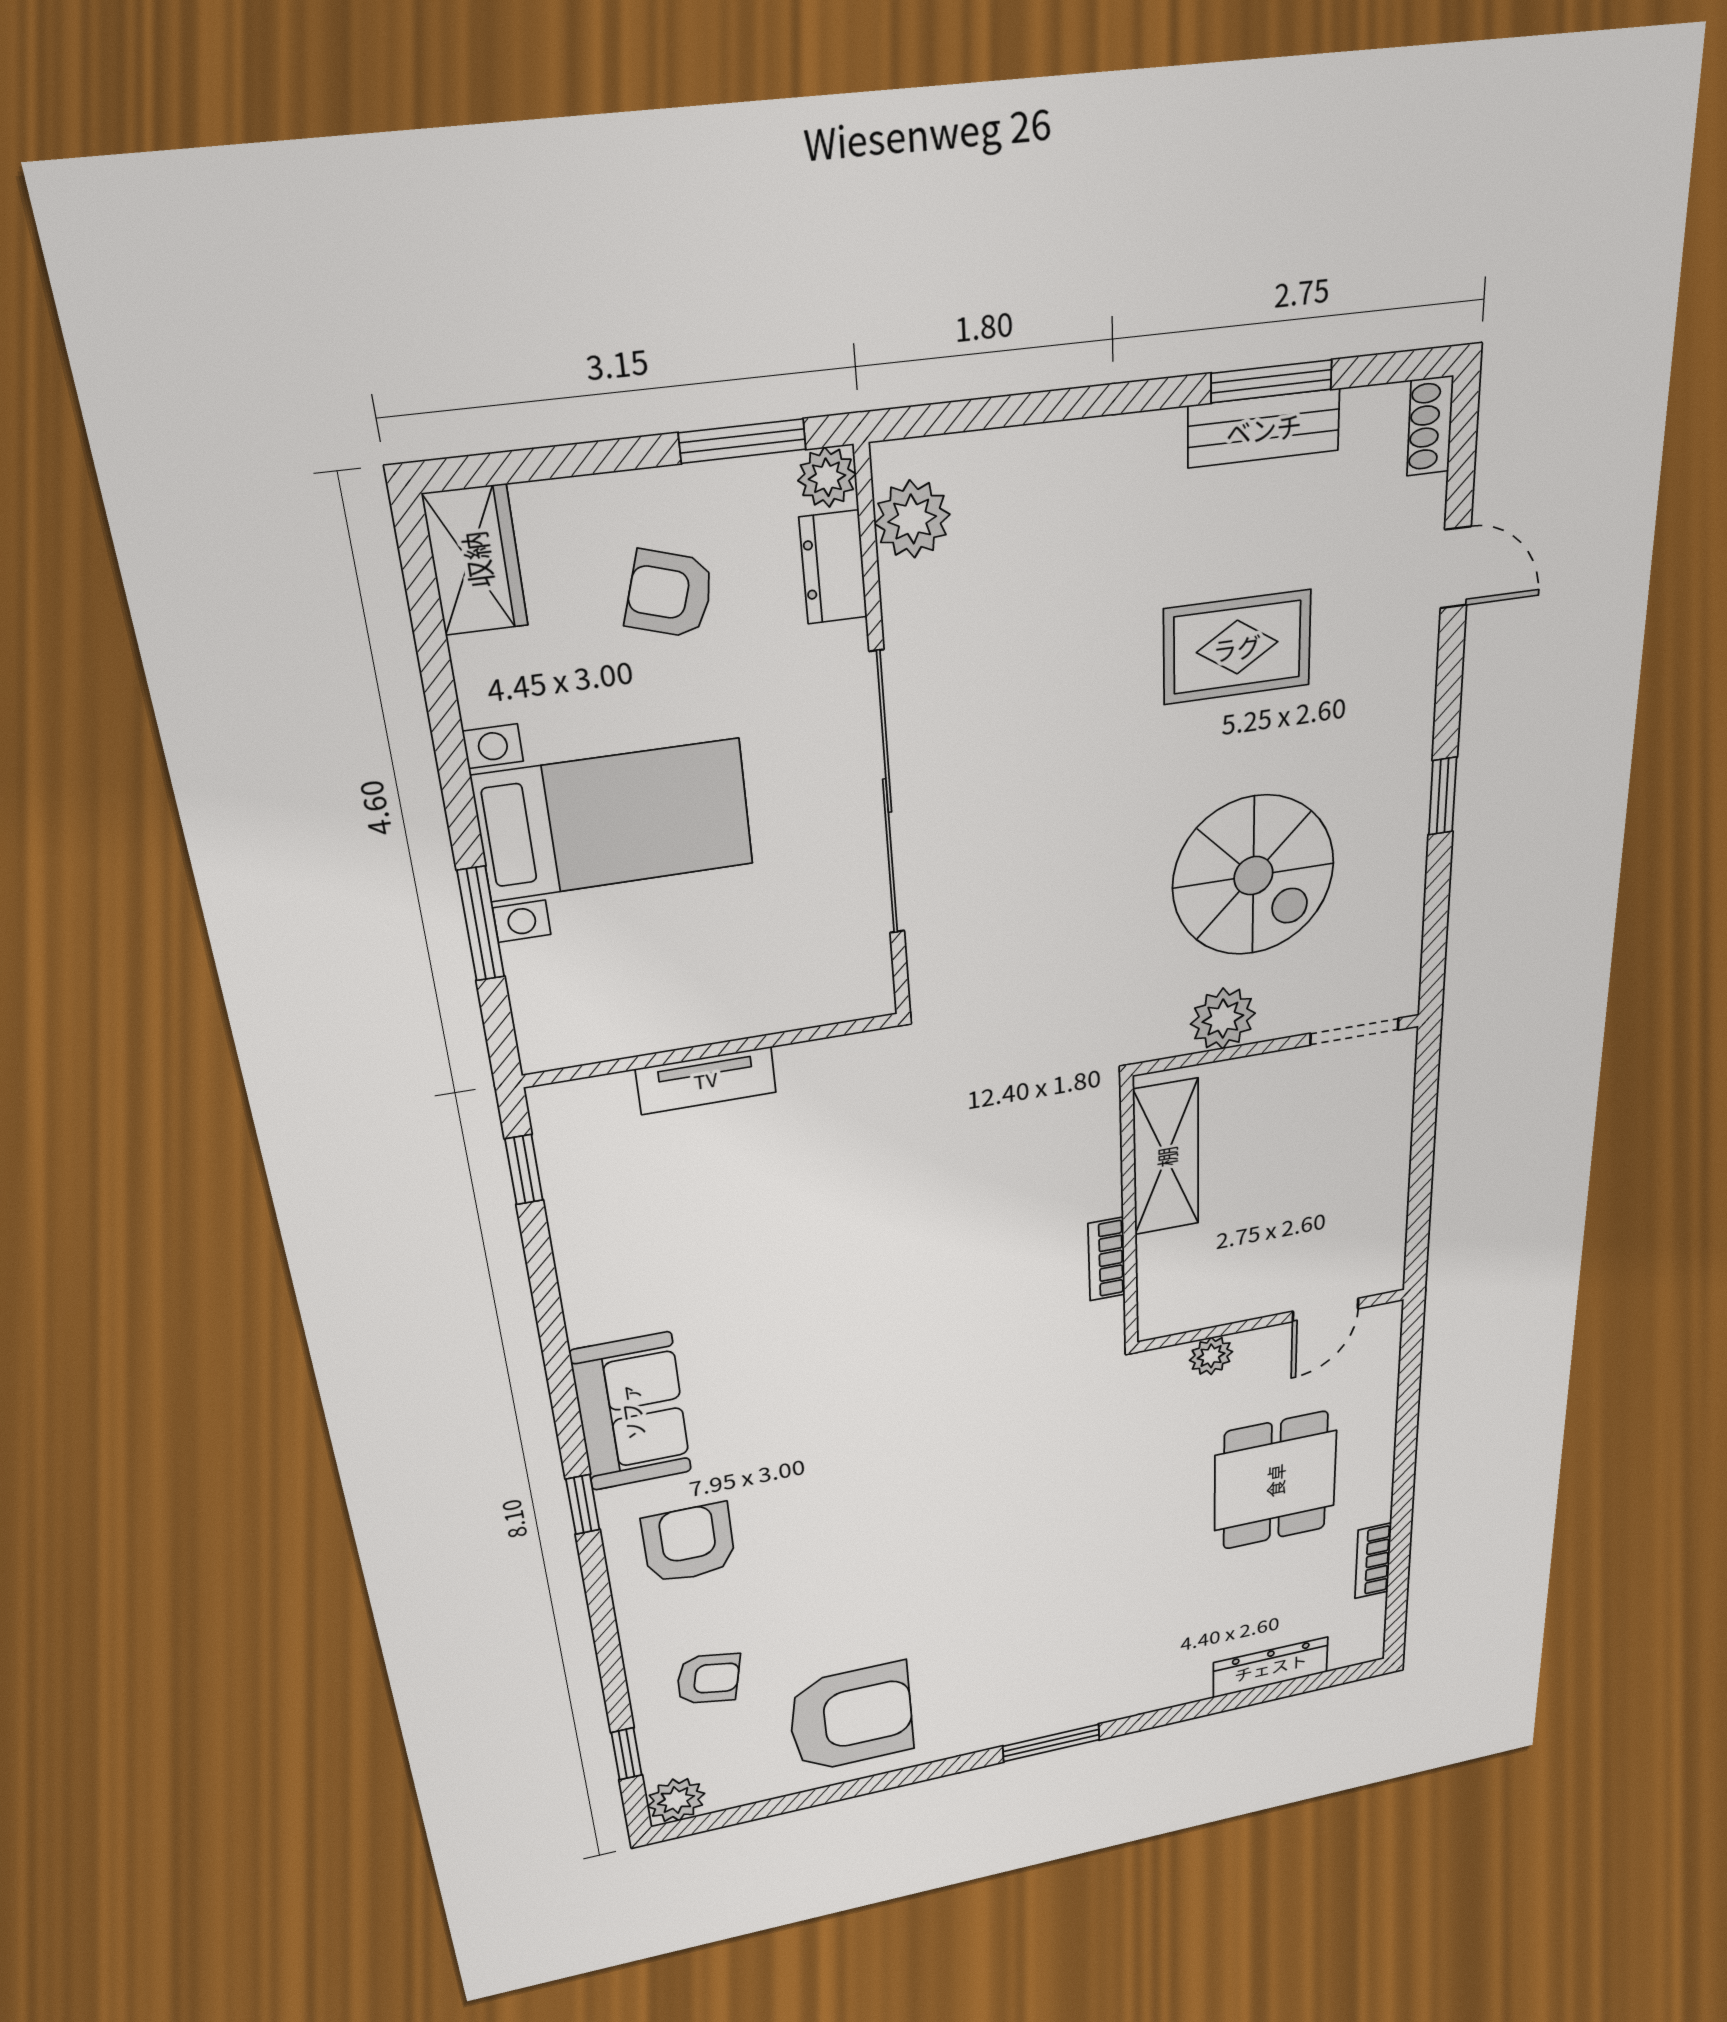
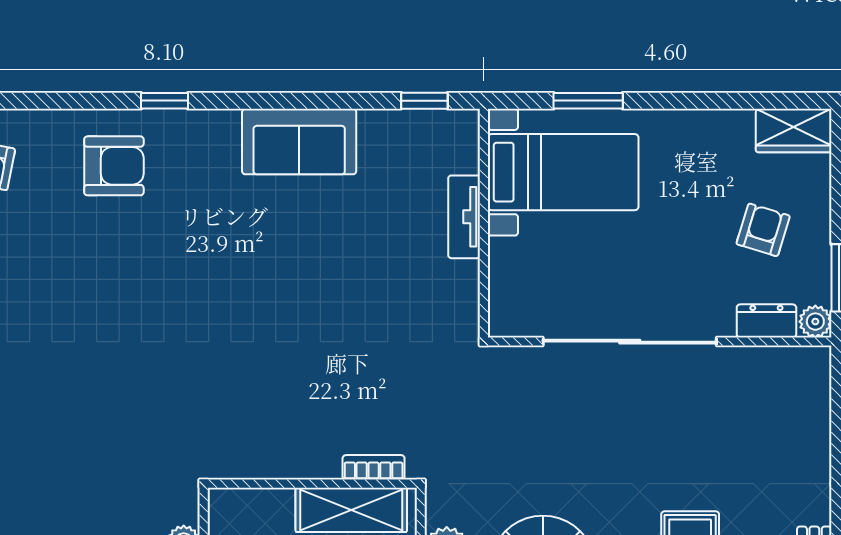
plant: (912, 519) -> (787, 367), removed
bed with nightstands: (615, 820) -> (563, 172), moved, turned -90
bookcase: (1107, 1259) -> (374, 467), moved
sofa: (631, 1412) -> (299, 142), moved

